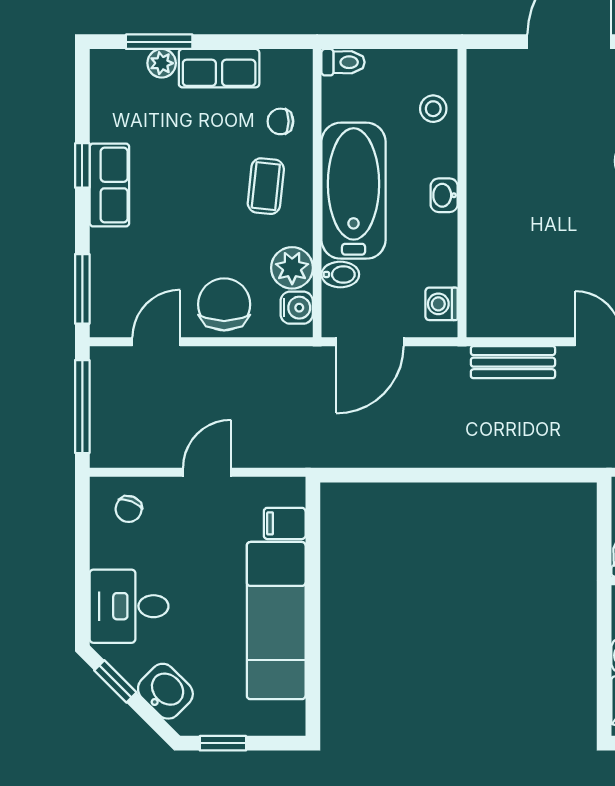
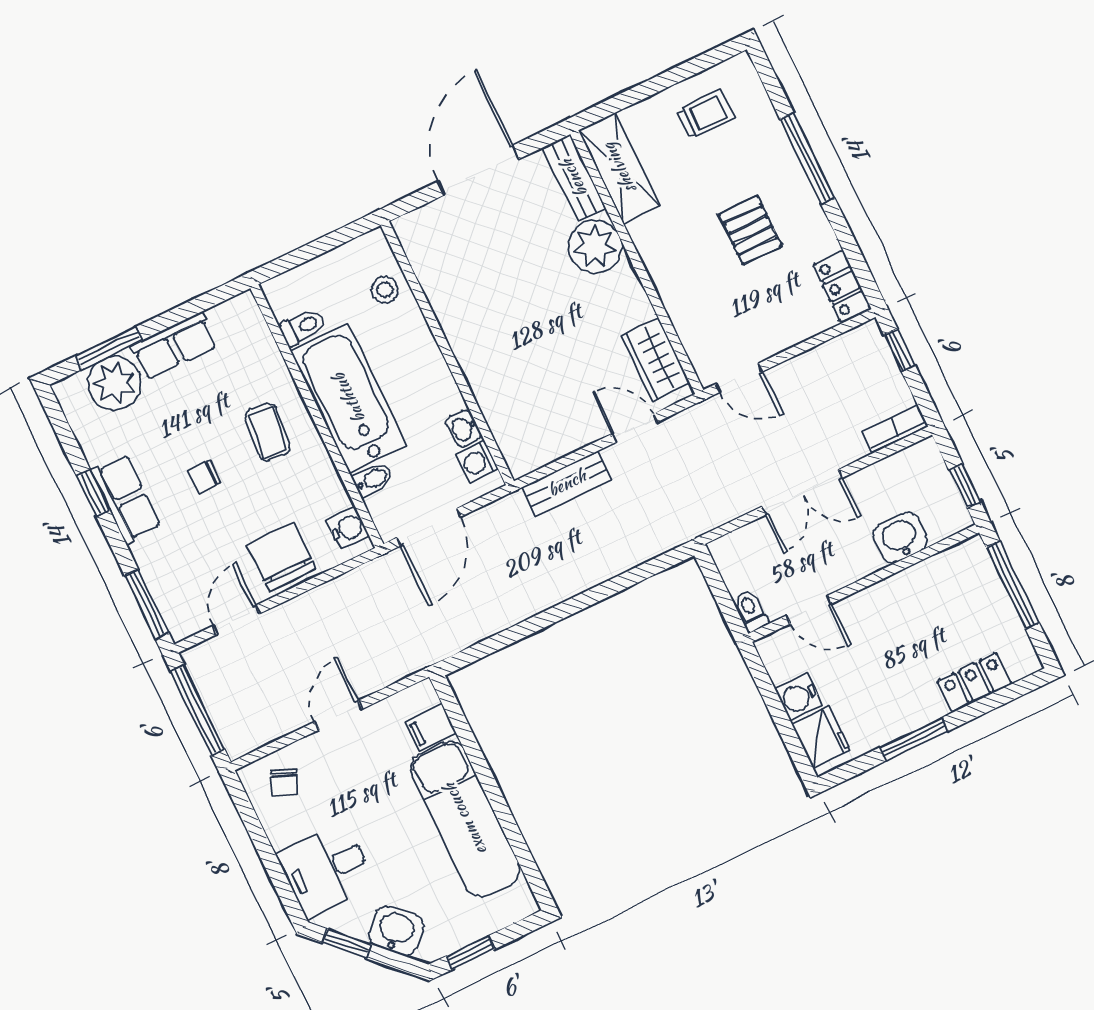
toilet: (343, 62) -> (303, 327), moved
plant: (162, 63) -> (114, 383), width x1.88, depth x1.88
chair: (280, 121) -> (204, 476), moved
washbasin: (444, 195) -> (464, 428), moved
plant: (292, 268) -> (327, 494), removed

